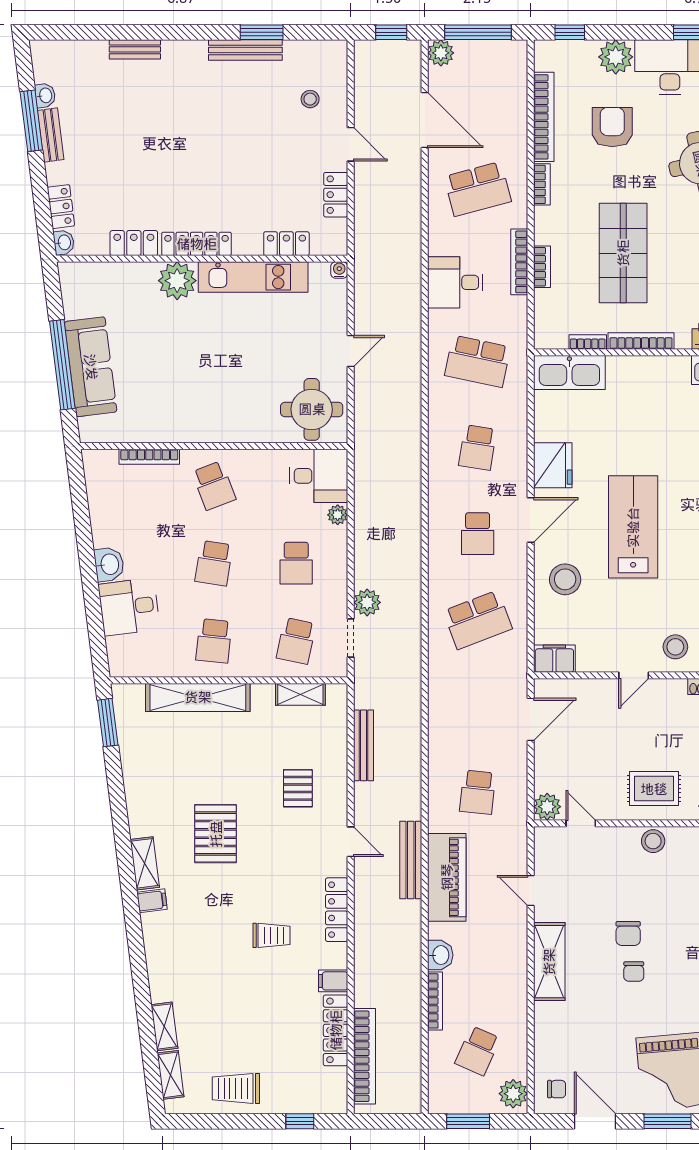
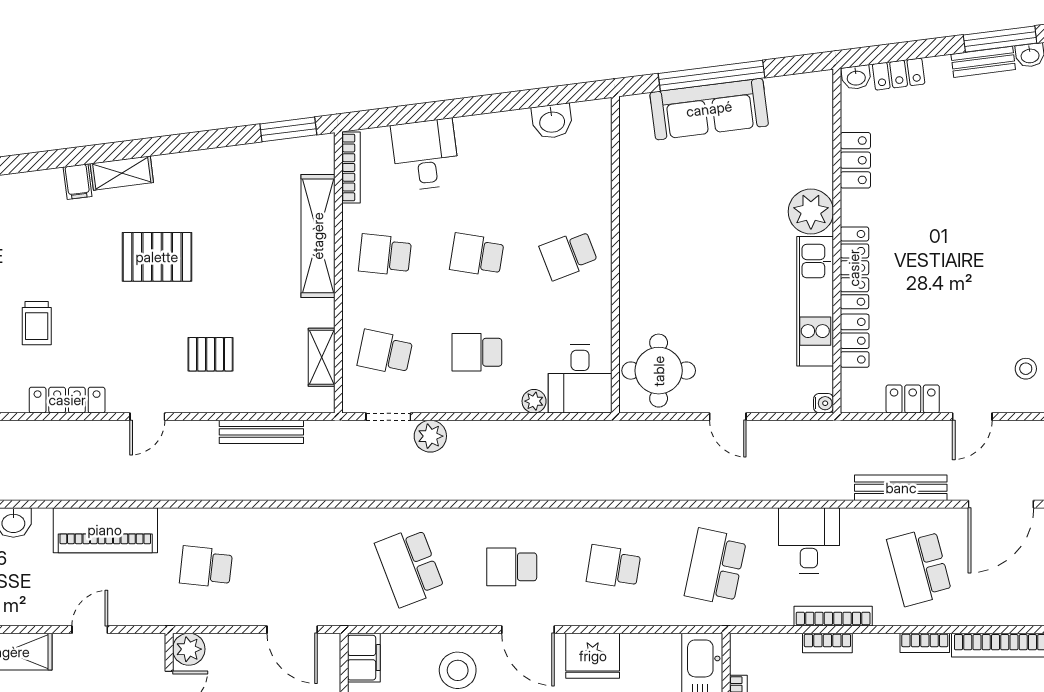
locker: (197, 244) -> (854, 268), moved
bookcase: (149, 457) -> (351, 167), moved, turned 180
washbasin: (109, 564) -> (552, 121), moved
bench: (411, 860) -> (901, 488), moved

